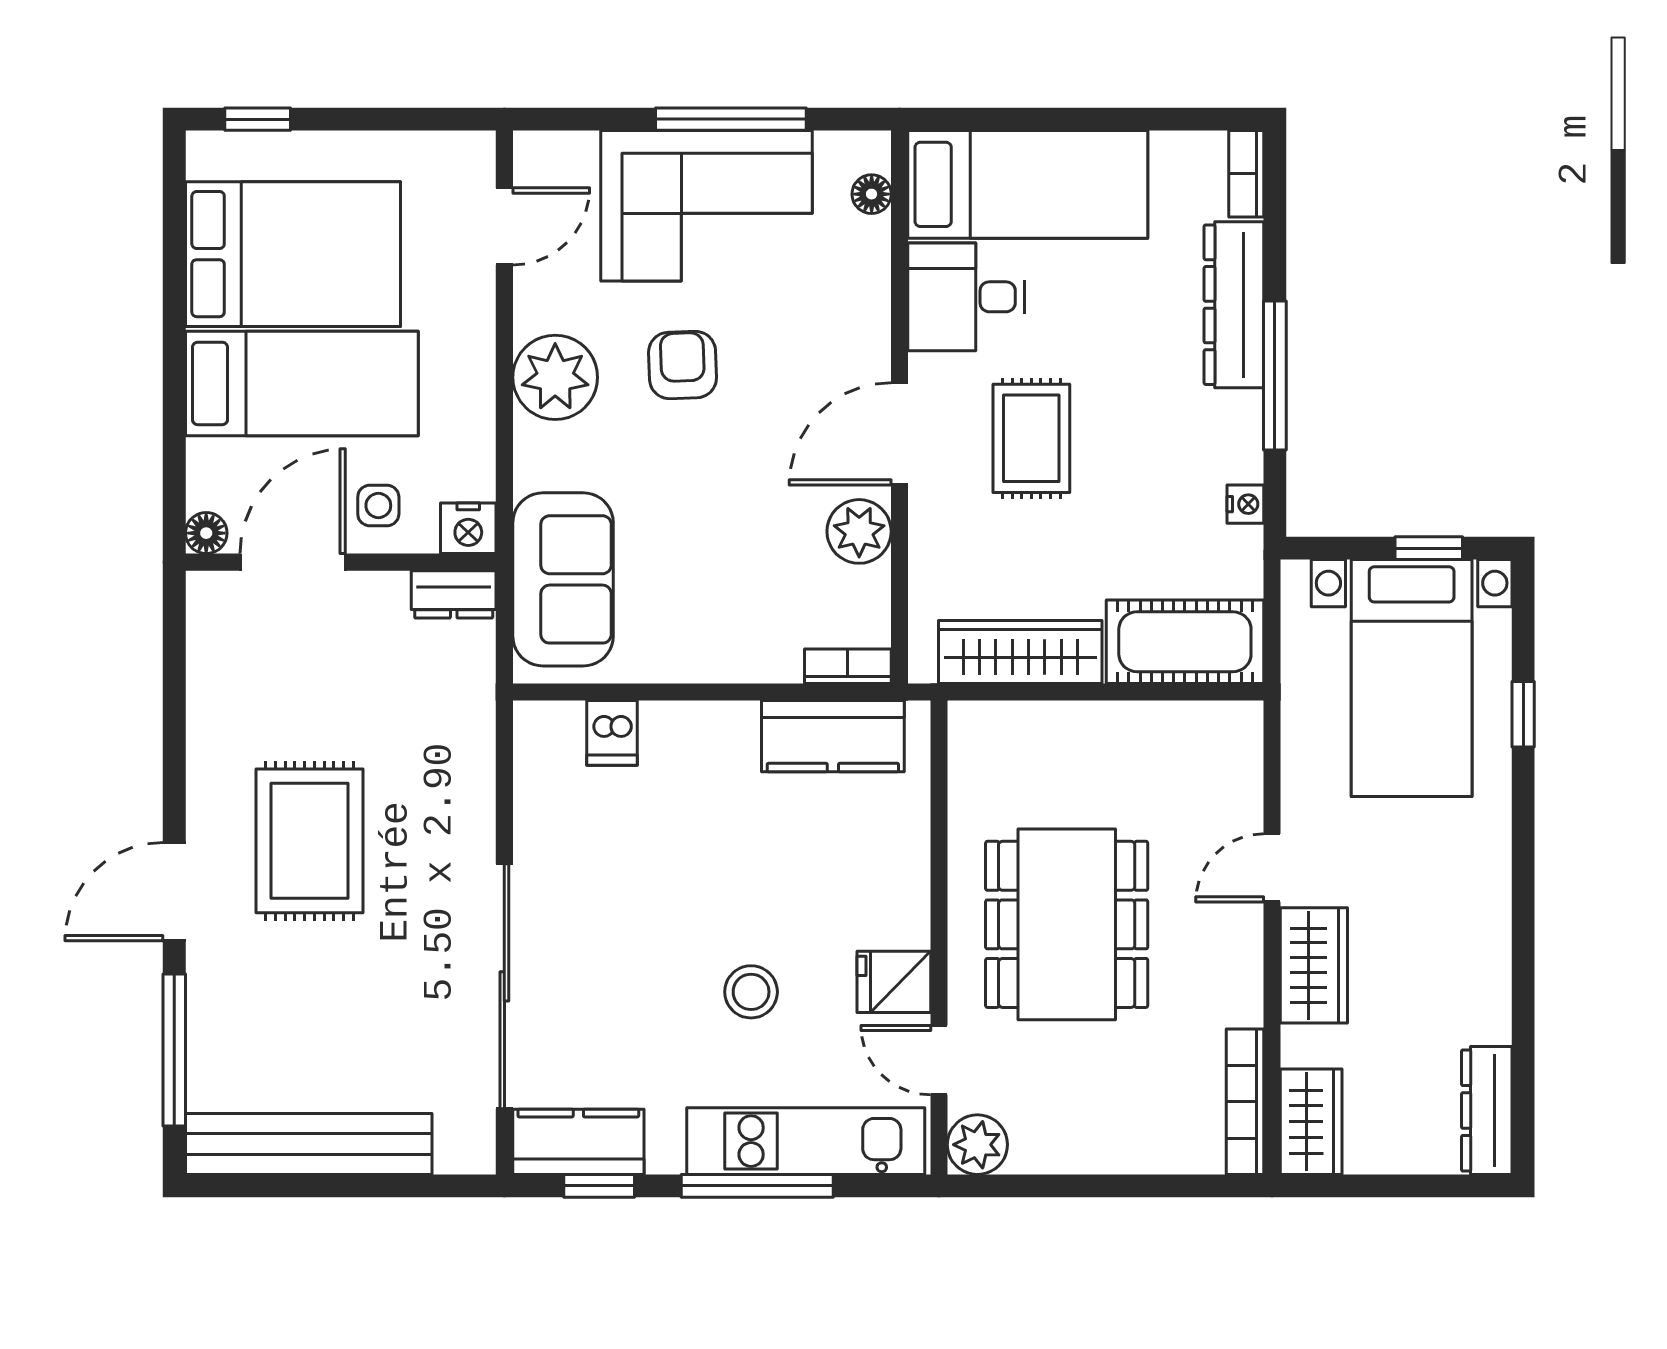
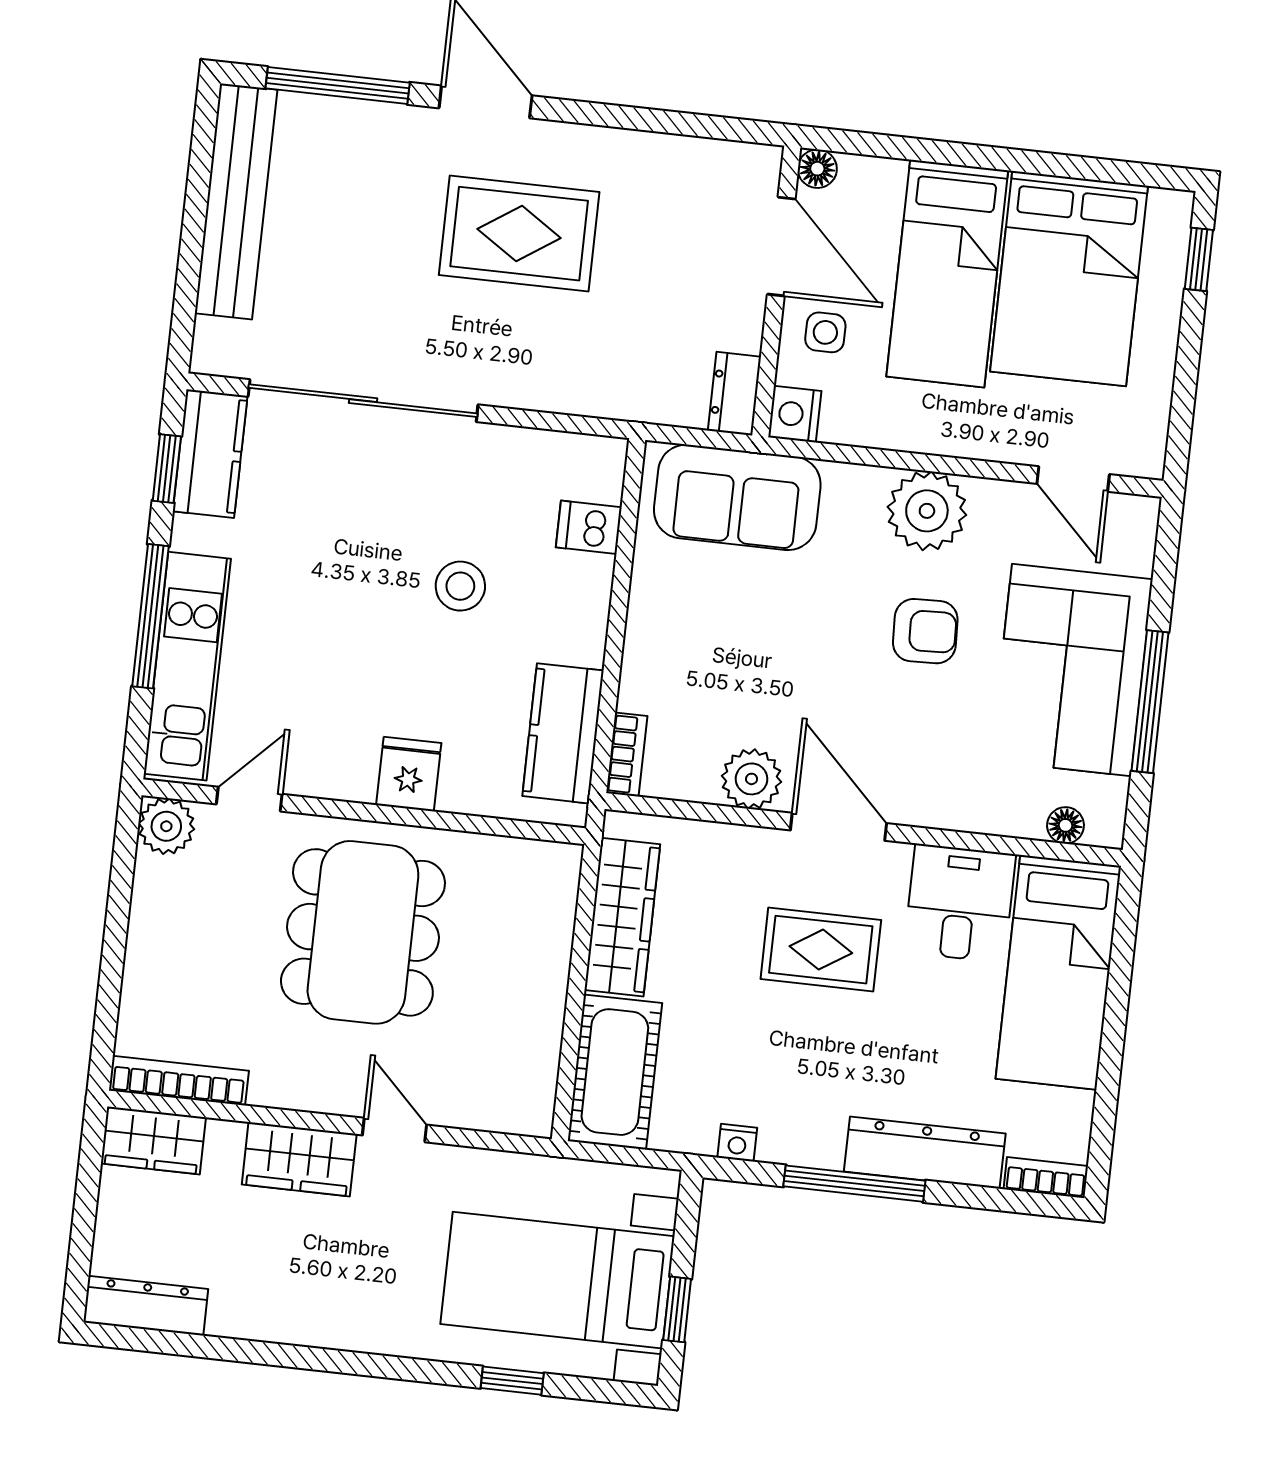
dining table: (1067, 924) -> (363, 932), turned 90
fridge: (894, 982) -> (409, 774), moved
stool: (751, 992) -> (460, 586), moved

